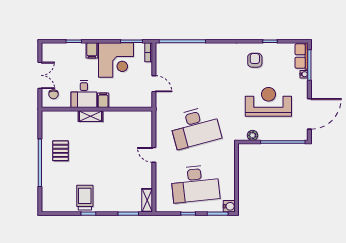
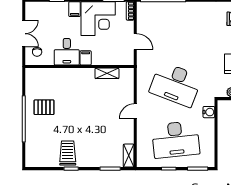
shelving: (90, 116) -> (107, 73), moved
desk: (195, 127) -> (176, 84), turned 36
pallet: (61, 151) -> (44, 107), turned 90
door: (154, 155) -> (135, 111), hinge flipped
water cooler: (229, 206) -> (209, 112), moved

